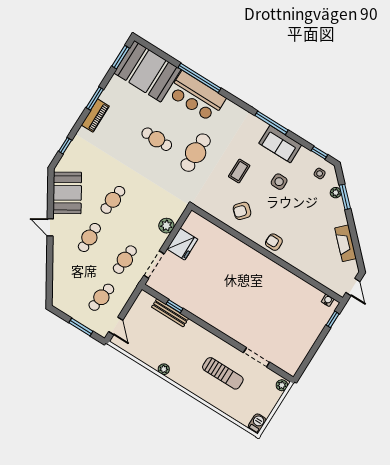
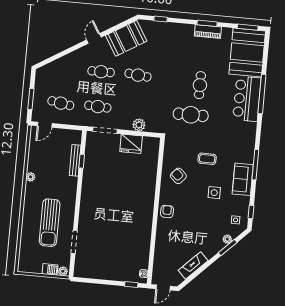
piano: (95, 116) -> (208, 32), moved
cafe table: (196, 153) -> (191, 115), moved
sun lounger: (223, 373) -> (50, 223), width x1.36, depth x1.34
barbecue: (257, 423) -> (50, 269), moved

